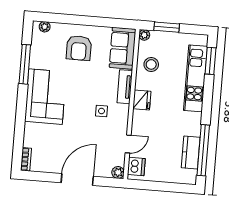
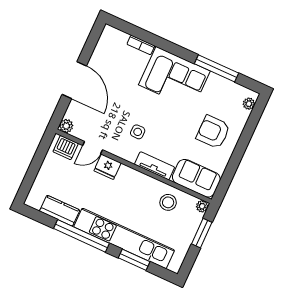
window: (211, 61) -> (134, 260), moved
kitchen unit: (195, 78) -> (124, 238), width x1.36
fridge: (142, 100) -> (107, 167), moved
door: (128, 144) -> (93, 148), hinge flipped
window: (203, 150) -> (82, 236), moved
bookcase: (26, 159) -> (141, 45), moved

